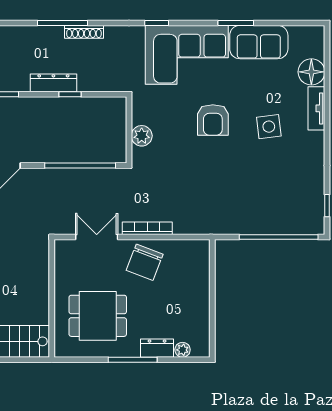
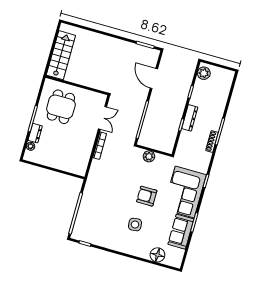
tv unit: (316, 108) -> (138, 252), removed
chair: (145, 262) -> (82, 139), removed

